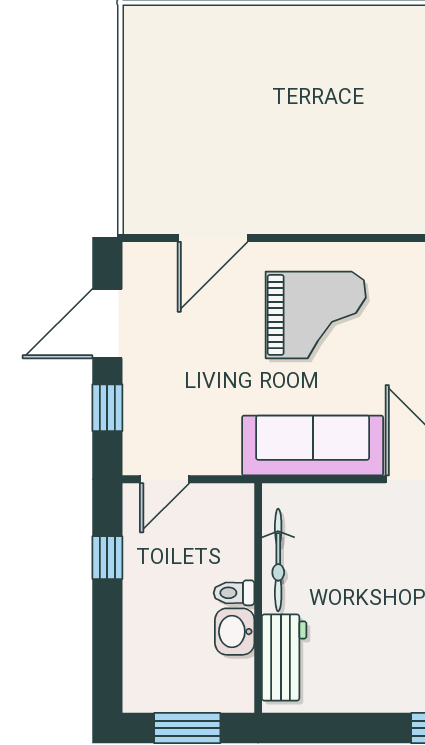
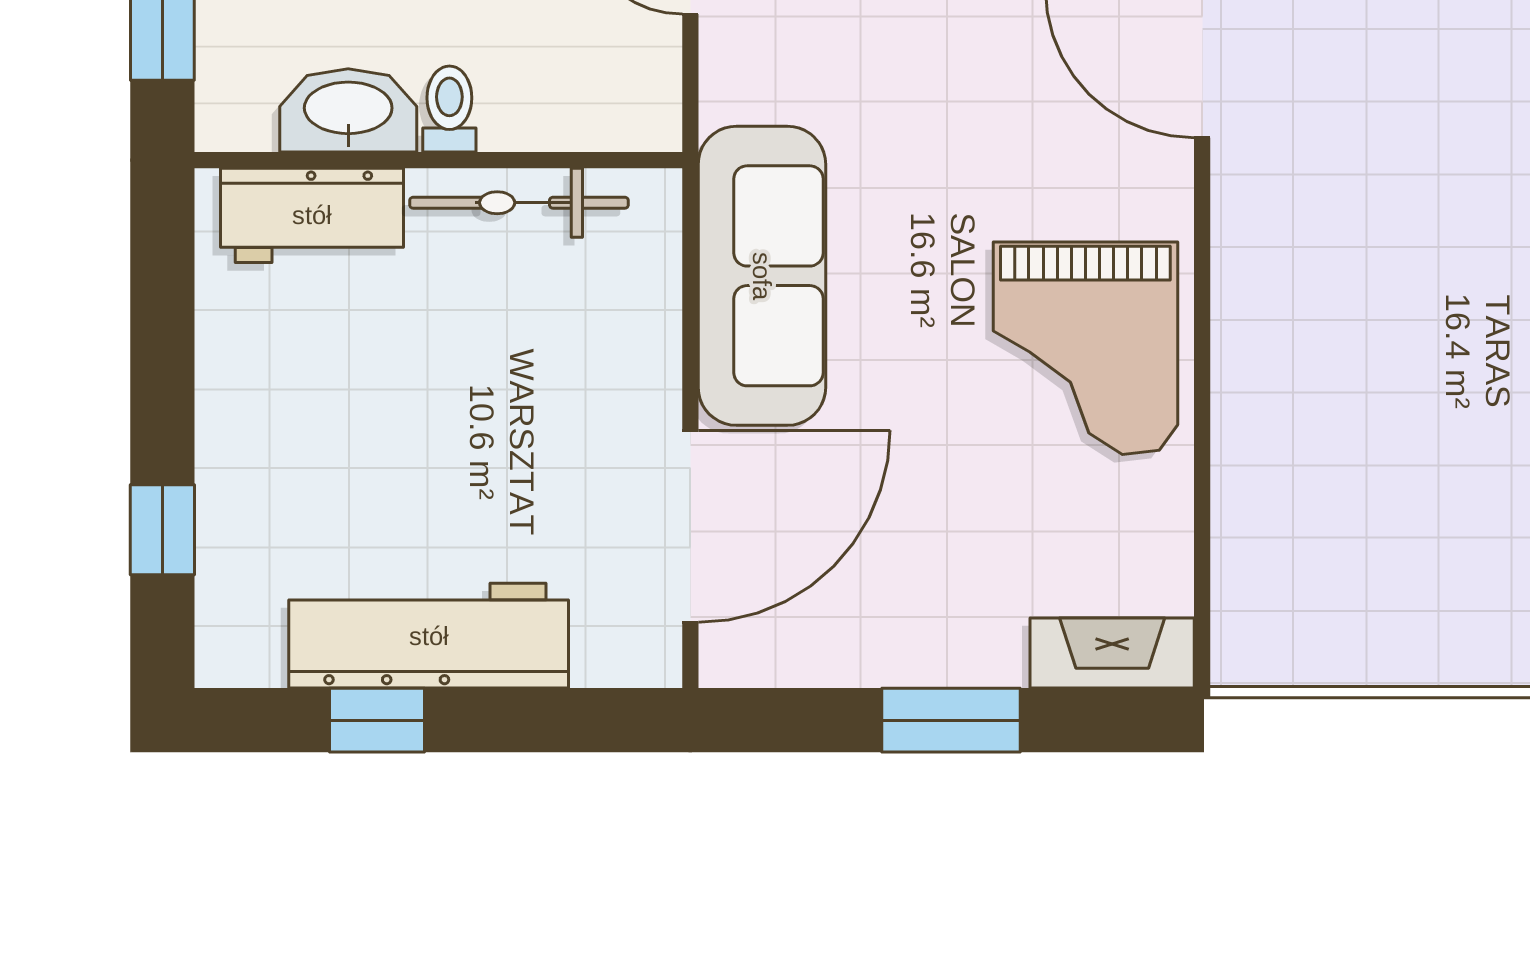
grand piano: (316, 315) -> (1085, 348), moved
washbasin: (235, 632) -> (348, 110), width x1.38

